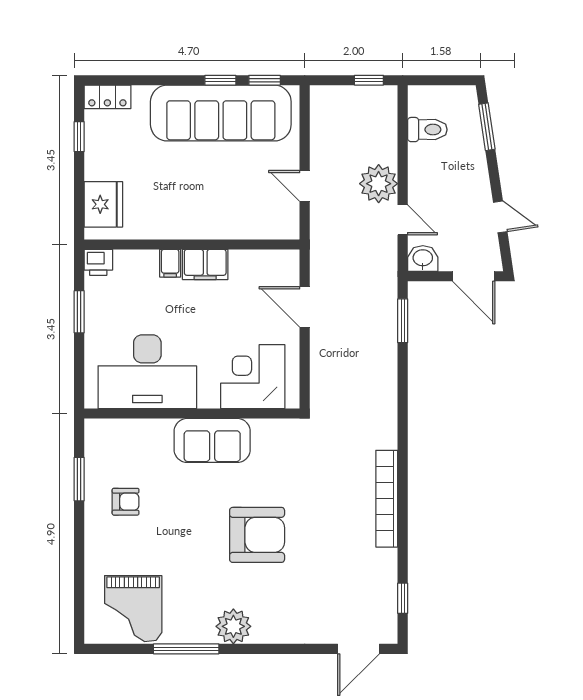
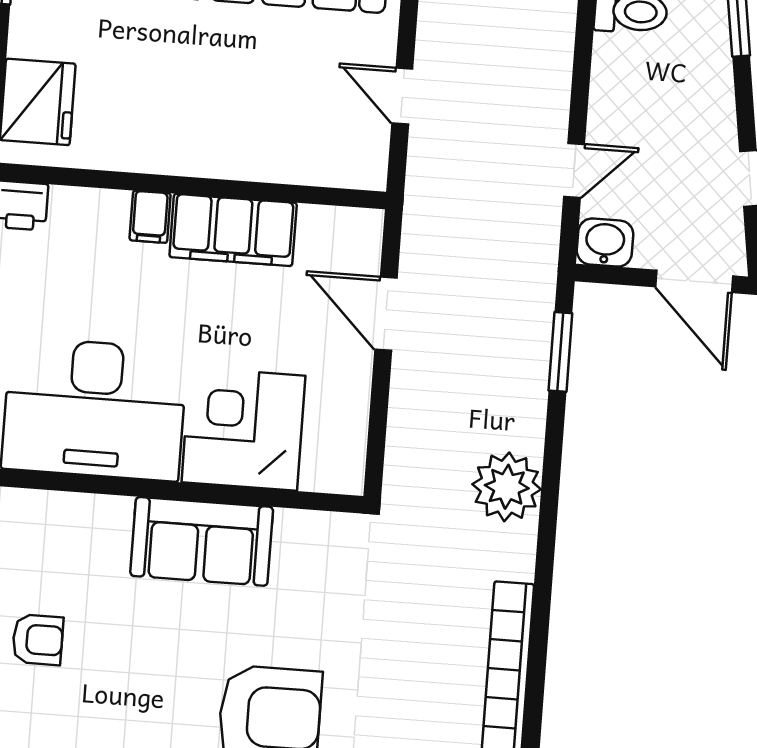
plant: (379, 184) -> (507, 487), moved
door: (403, 220) -> (574, 170), hinge flipped
filing cabinet: (205, 264) -> (233, 230), width x1.50, depth x1.17
corner desk: (253, 377) -> (243, 429), moved

